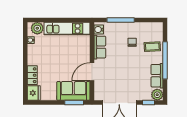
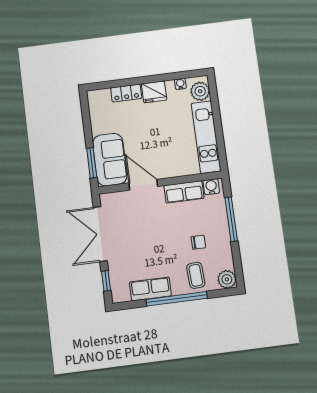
fridge: (34, 93) -> (154, 92), moved
plant: (157, 95) -> (227, 279), moved

